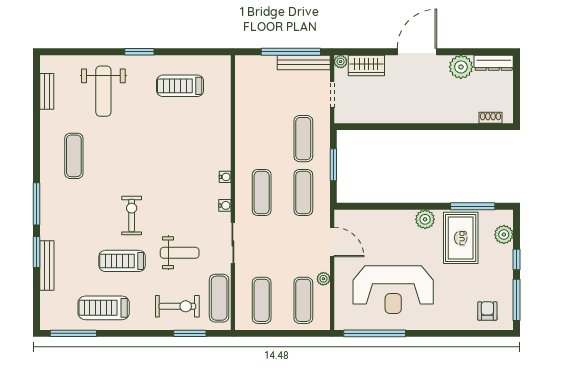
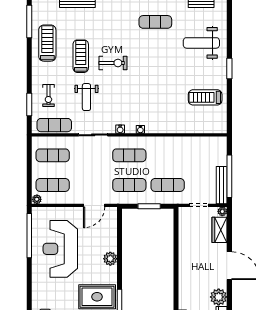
treadmill: (180, 86) -> (205, 97), turned -90
plant: (425, 219) -> (110, 259), moved
plant: (323, 279) -> (37, 199), moved
exercise bike: (177, 306) -> (48, 95), width x0.73, depth x0.72

